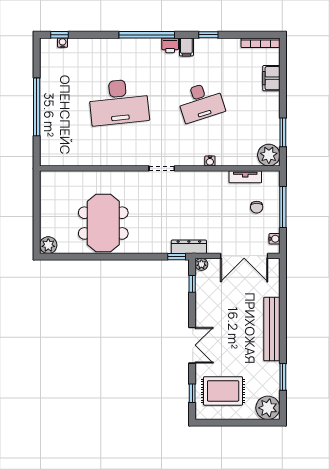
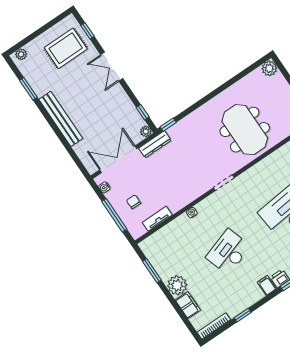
window: (208, 35) -> (243, 315), moved
plant: (269, 155) -> (177, 285), moved
meeting table: (103, 223) -> (245, 130), moved
dresser: (189, 247) -> (155, 144), moved
plant: (268, 408) -> (21, 54), width x0.53, depth x0.53

